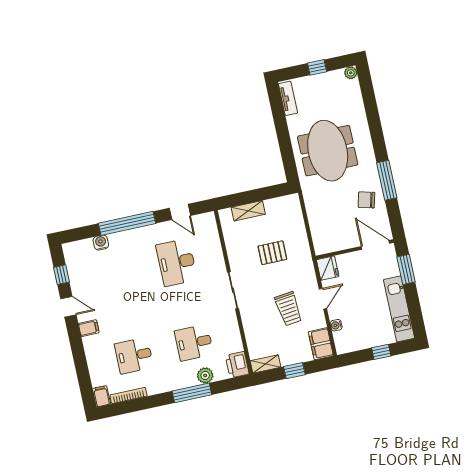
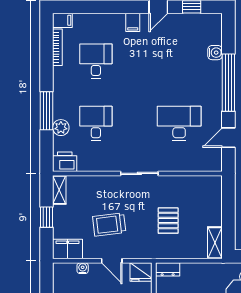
shelving: (248, 211) -> (215, 243), moved
dresser: (320, 243) -> (168, 269), added

